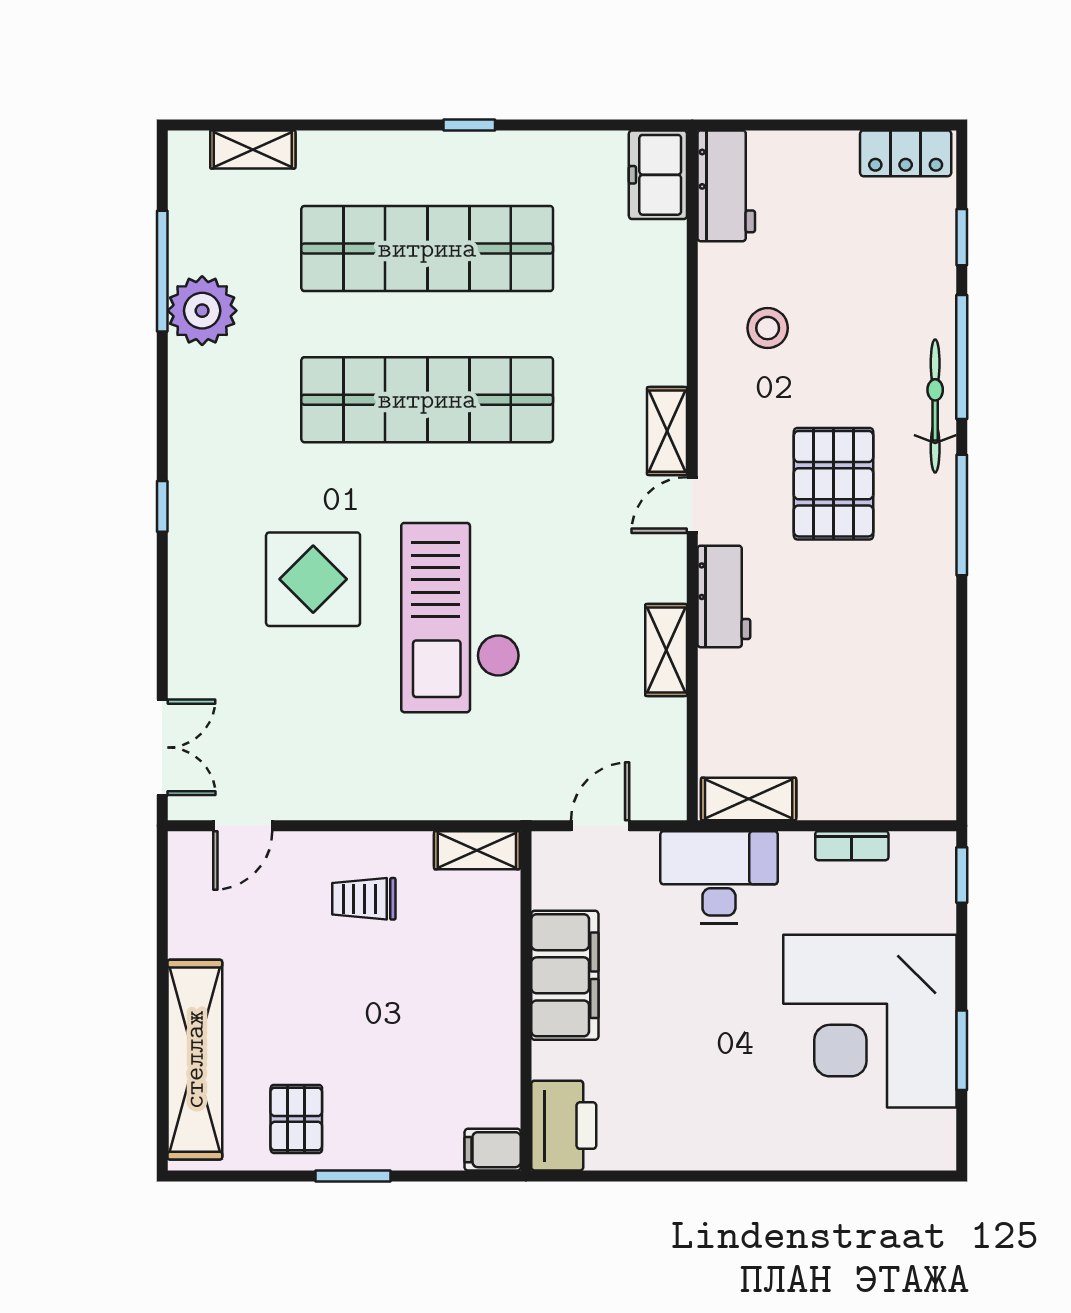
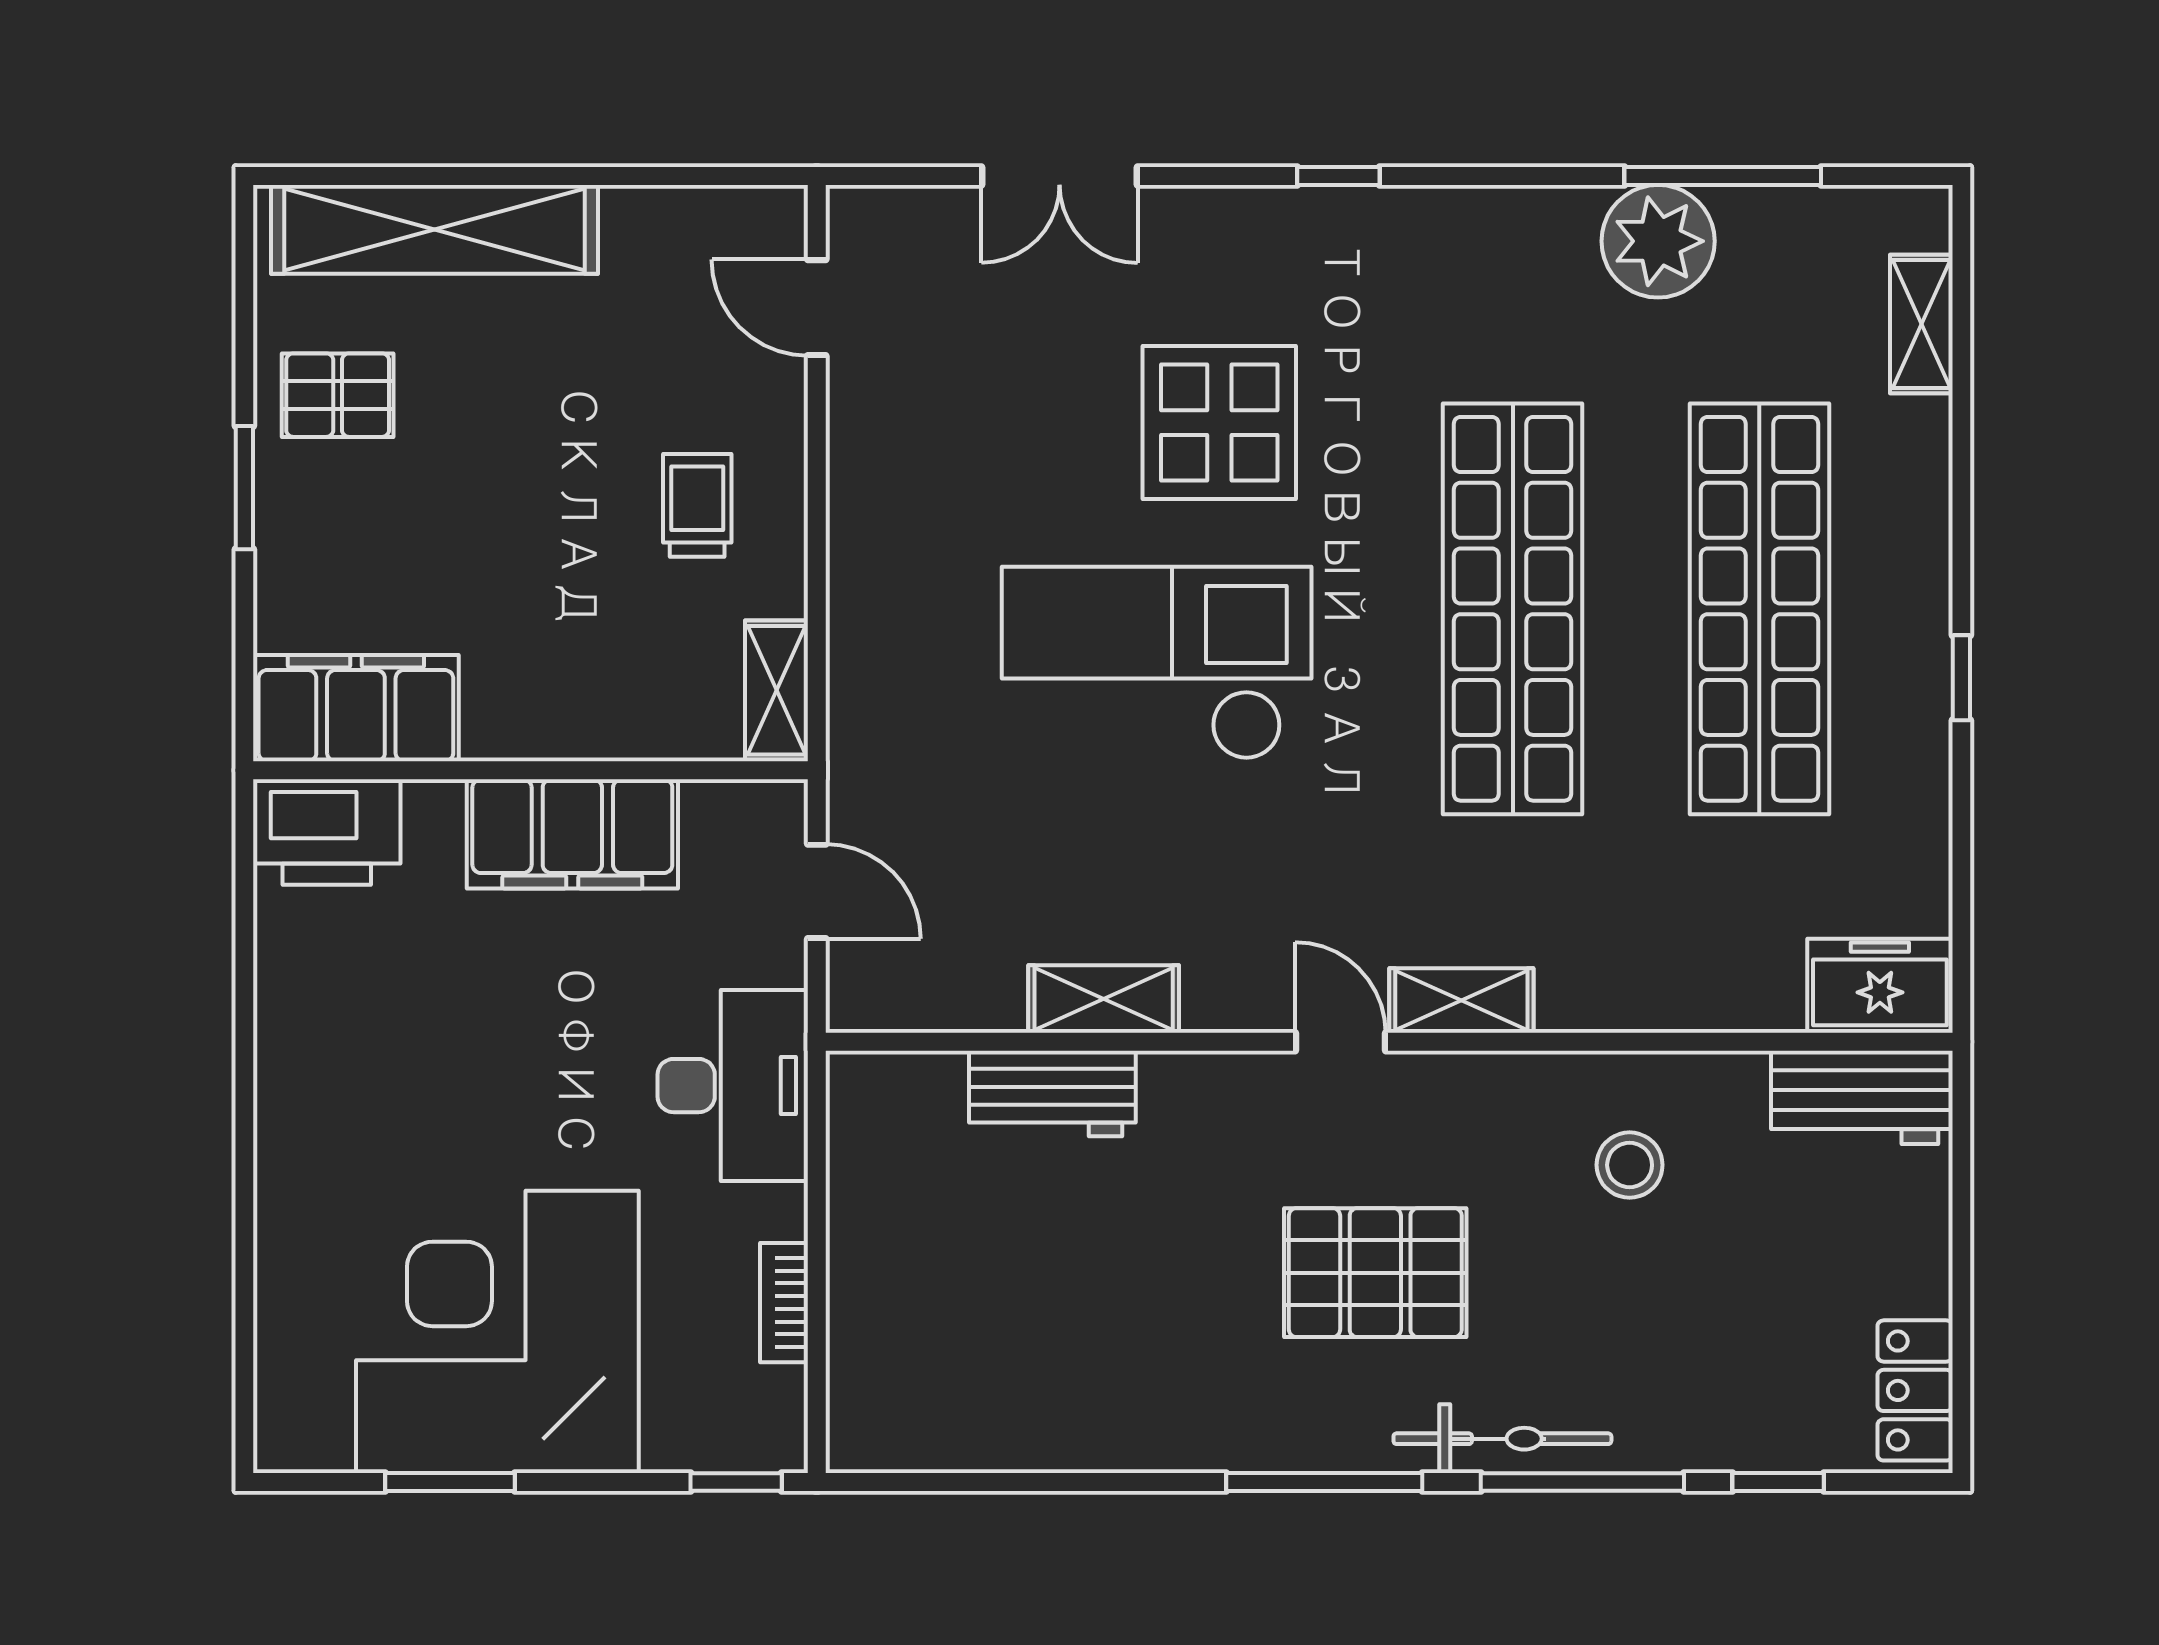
workbench: (724, 596) -> (1052, 1094), moved
double door: (162, 747) -> (1059, 176), moved
shelving: (749, 799) -> (860, 1134), removed
filing cabinet: (493, 1150) -> (356, 708), width x3.00, depth x1.17

